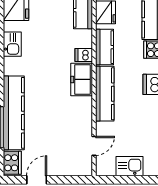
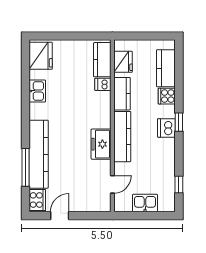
dishwasher: (84, 55) -> (103, 84), moved
freezer: (82, 79) -> (101, 144), moved

